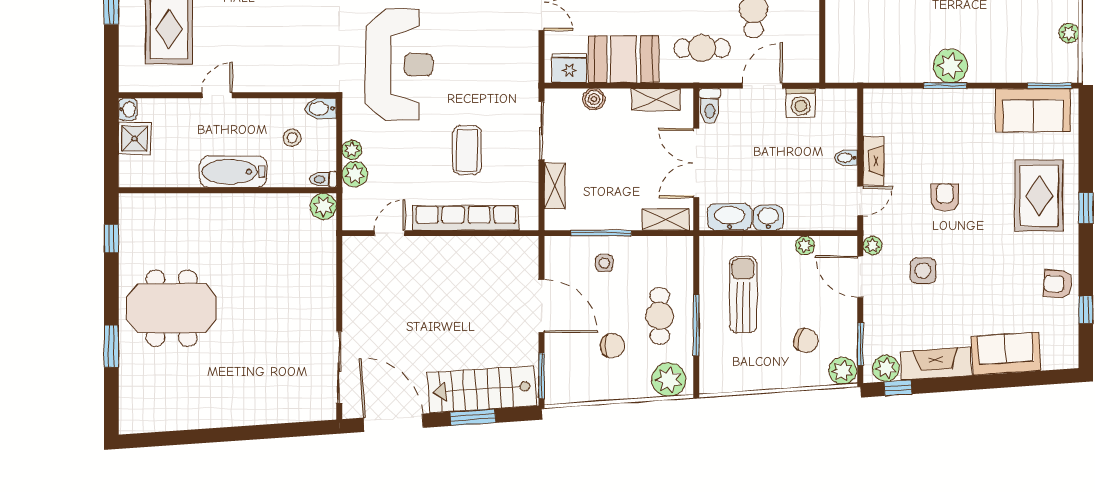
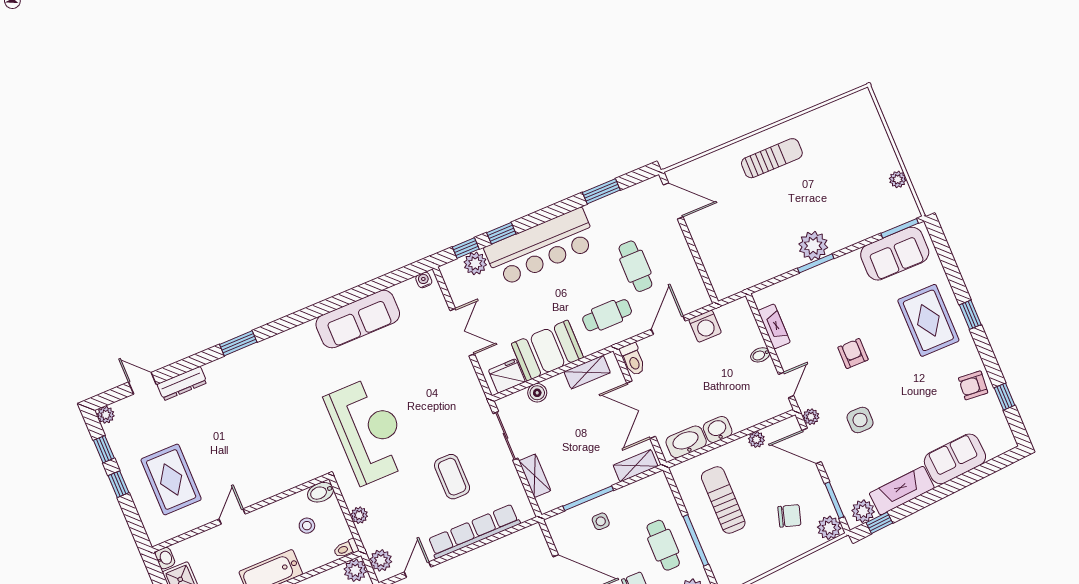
fireplace: (874, 161) -> (774, 326), moved
plant: (355, 174) -> (381, 560), moved

